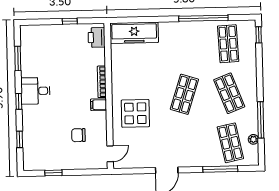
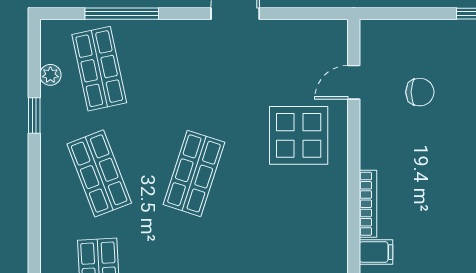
filing cabinet: (99, 105) -> (376, 252), moved
window: (261, 120) -> (34, 116), width x0.46
door: (110, 154) -> (354, 82), moved

